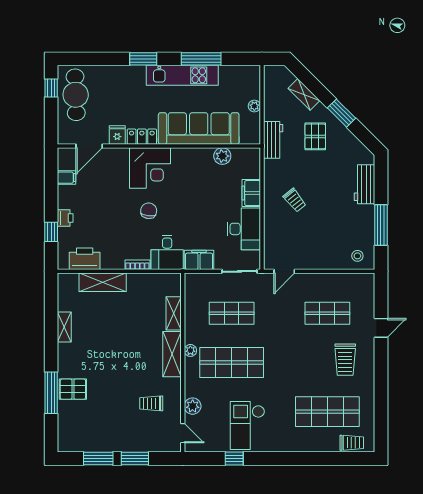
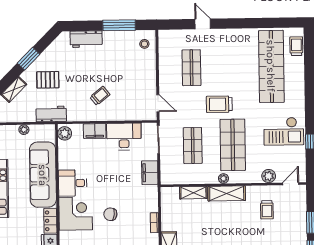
plant: (222, 156) -> (65, 133), moved
desk: (167, 252) -> (73, 183), moved, turned 180
trolley: (345, 360) -> (219, 104), moved, turned 180
shop shelf: (327, 412) -> (271, 66), width x1.40

